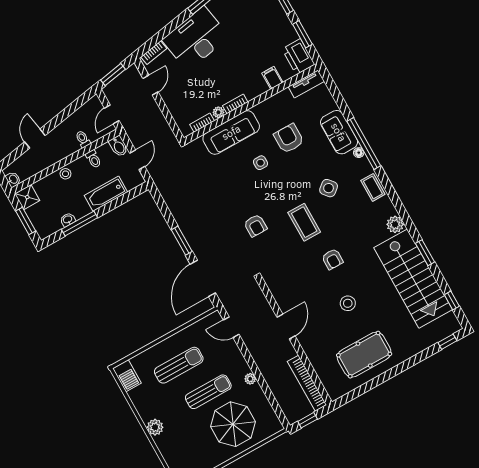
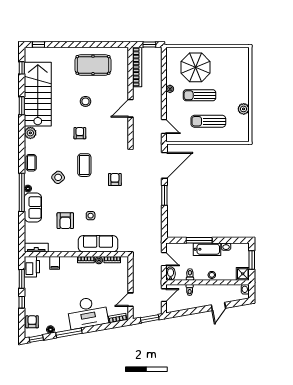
door: (137, 160) -> (164, 259), swing flipped
bathtub: (106, 194) -> (207, 249), moved
window: (80, 224) -> (199, 240), moved
barbecue: (127, 376) -> (243, 132), removed
plant: (155, 427) -> (244, 109), moved

